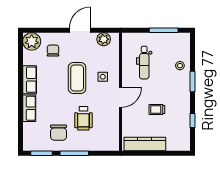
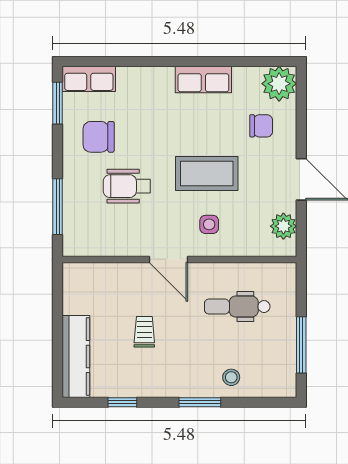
row of seats: (29, 108) -> (89, 79), moved
kitchen counter: (145, 144) -> (76, 357), moved
window: (74, 153) -> (58, 207), moved

